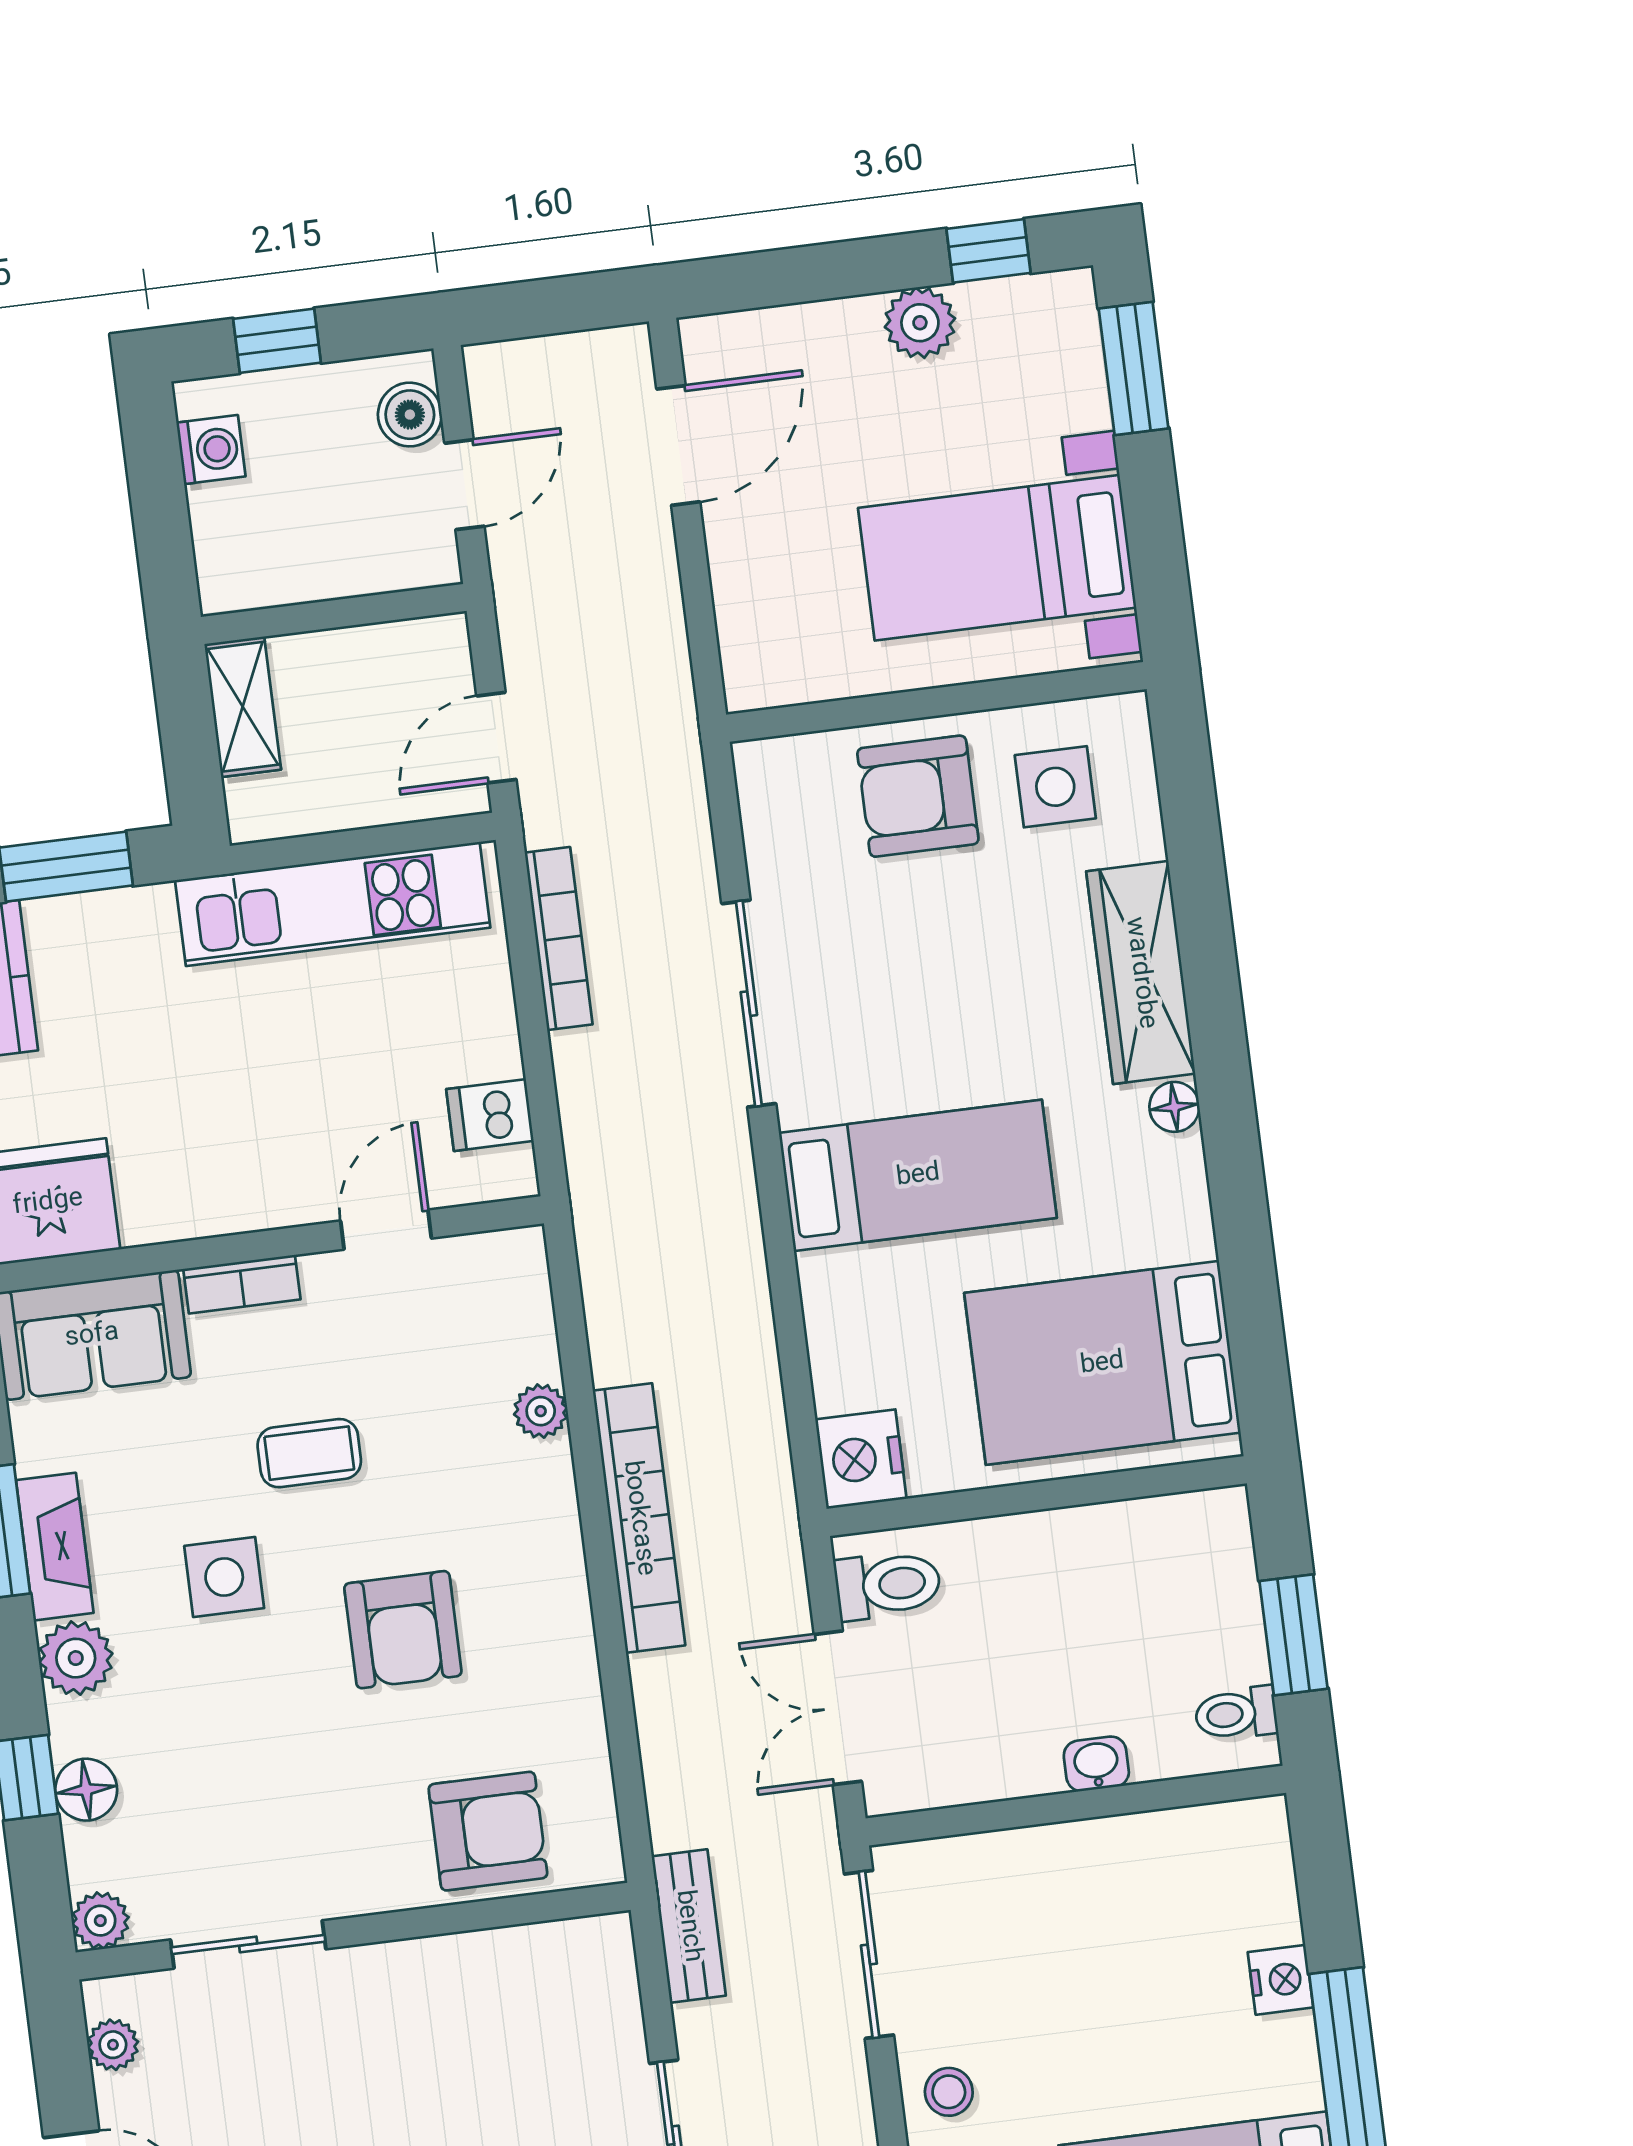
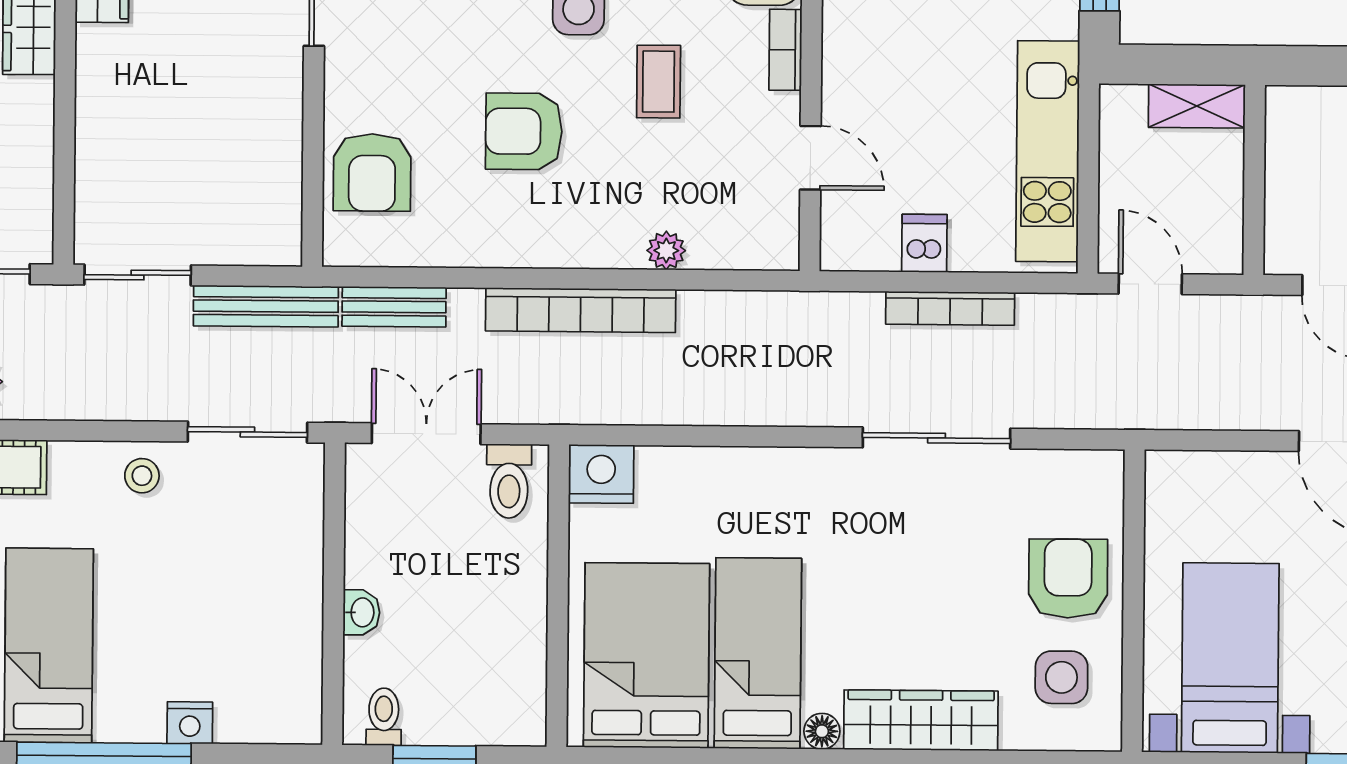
bookcase: (559, 939) -> (950, 308), moved
dishwasher: (490, 1115) -> (924, 243), moved
bed: (918, 1175) -> (758, 653), moved, turned 180
bench: (669, 1776) -> (394, 307), added
bench: (689, 1926) -> (266, 306), width x1.36

